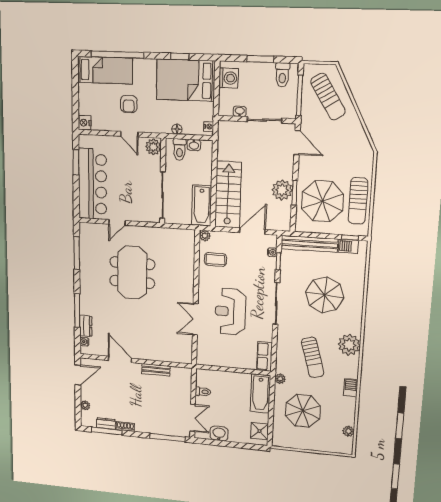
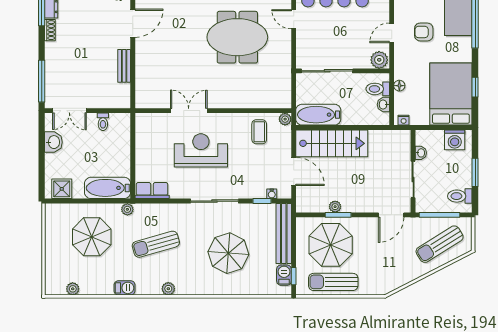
plant: (282, 190) -> (335, 207), width x0.53, depth x0.53
plant: (349, 345) -> (168, 289), width x0.53, depth x0.53

